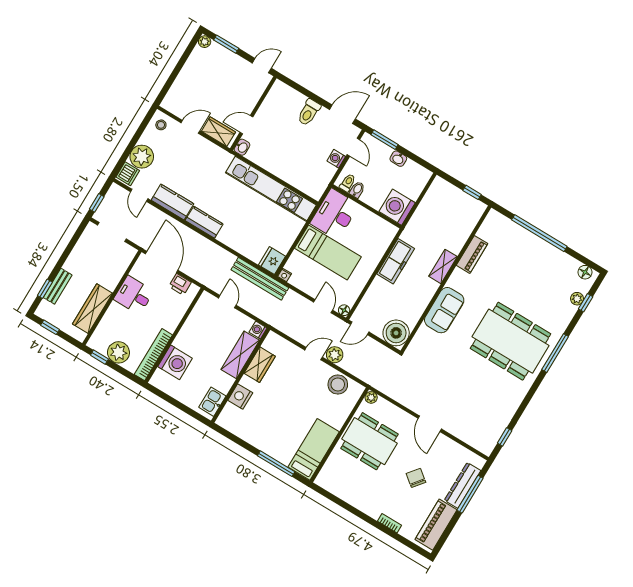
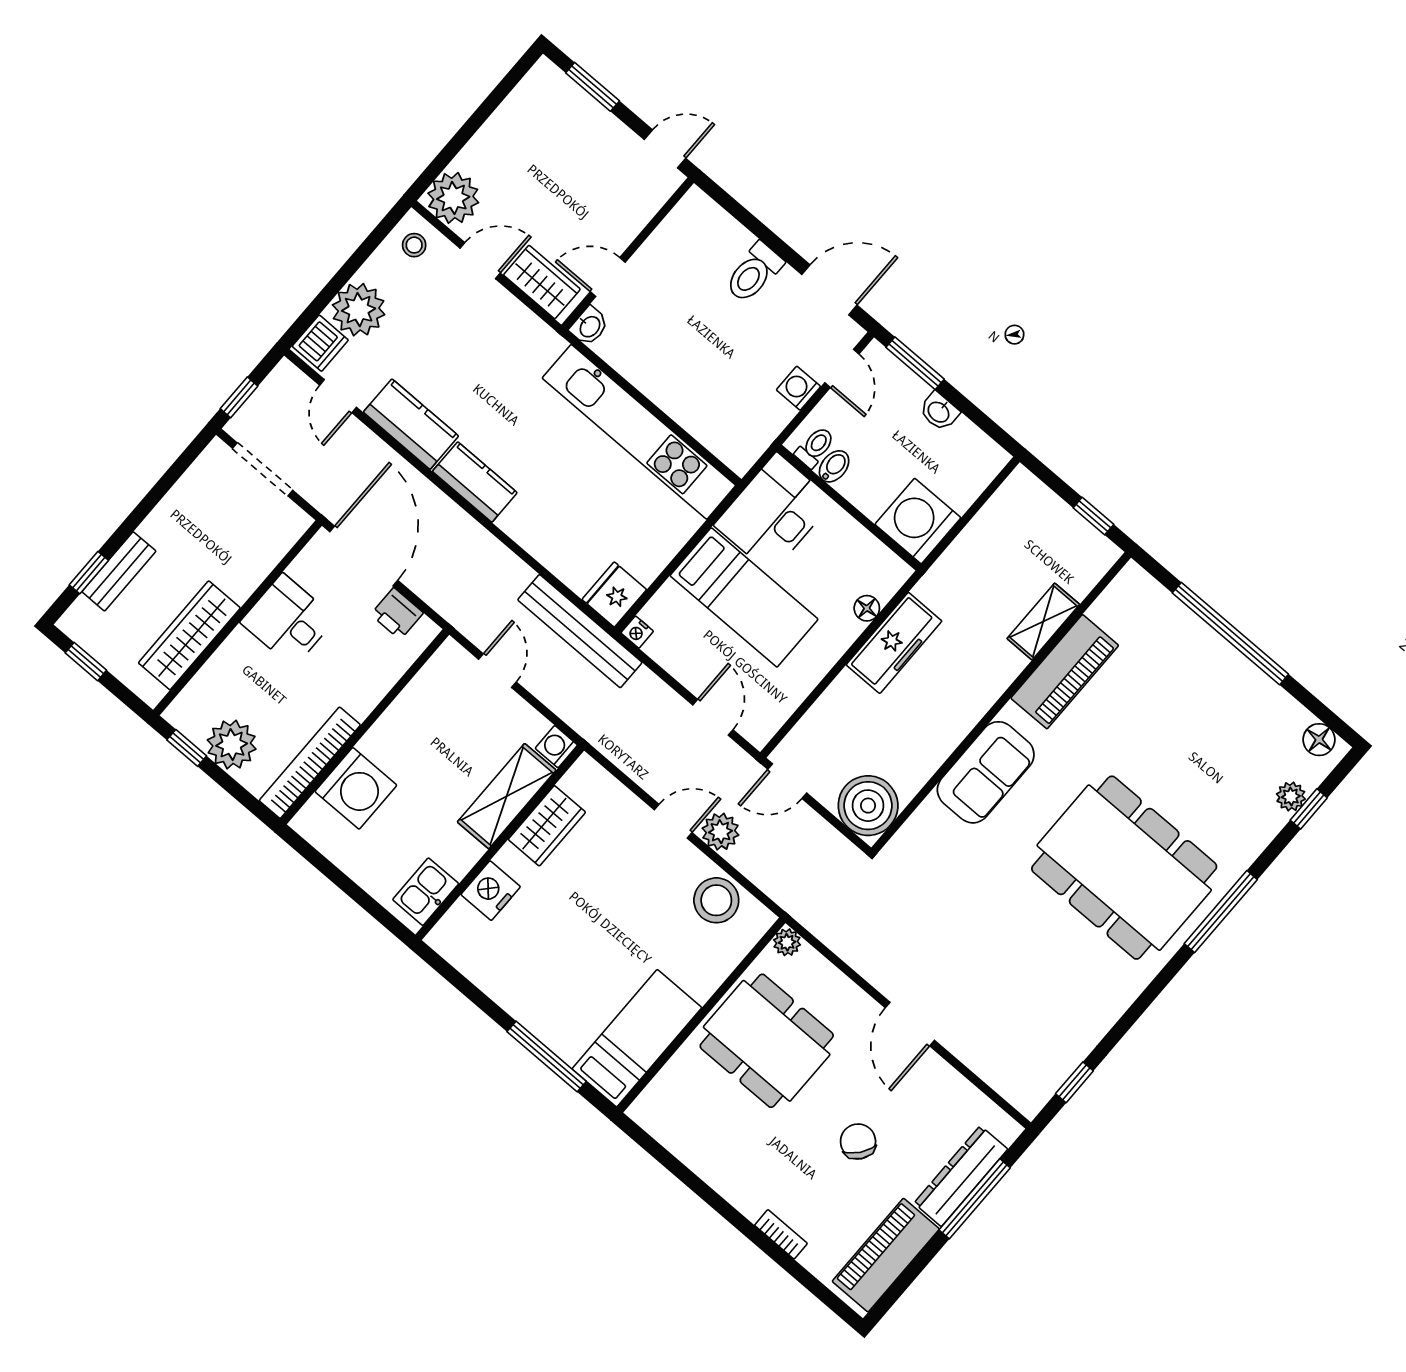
plant: (205, 42) -> (453, 198), moved, width x1.88, depth x1.88
piano: (472, 254) -> (1065, 672), width x1.37, depth x1.33
shelving: (443, 266) -> (1043, 622), moved
floor lamp: (344, 310) -> (867, 608), moved

